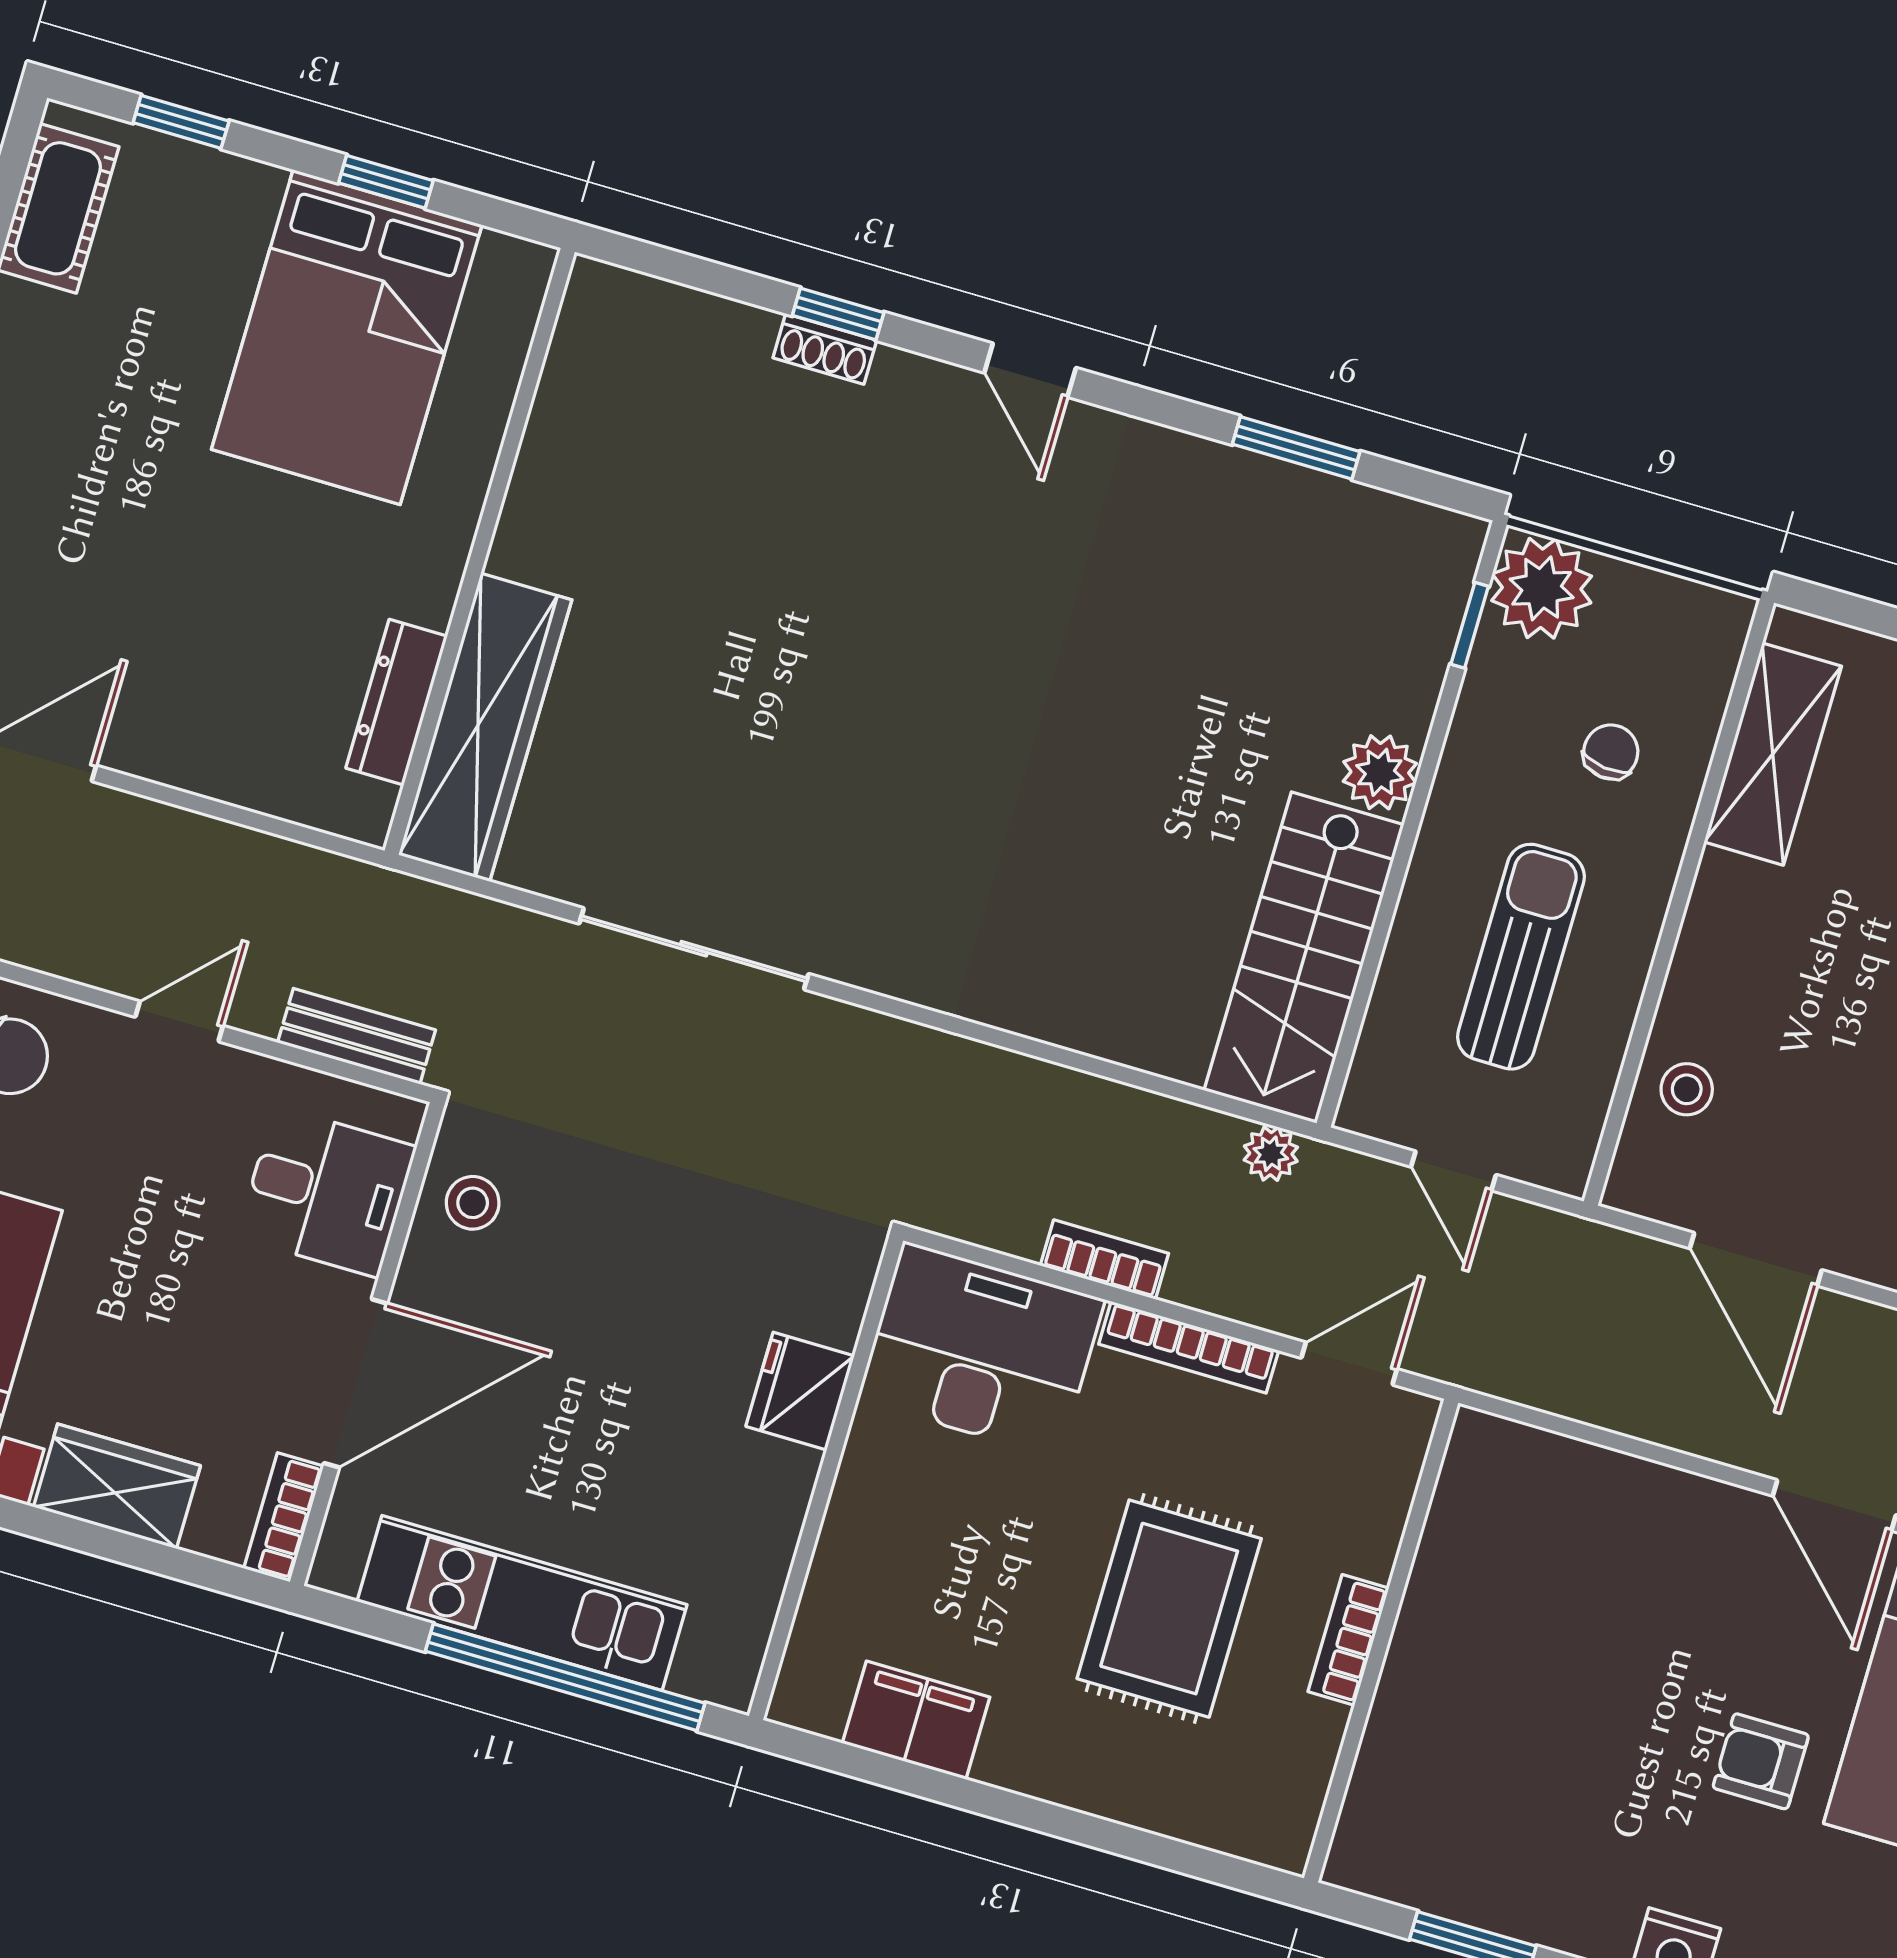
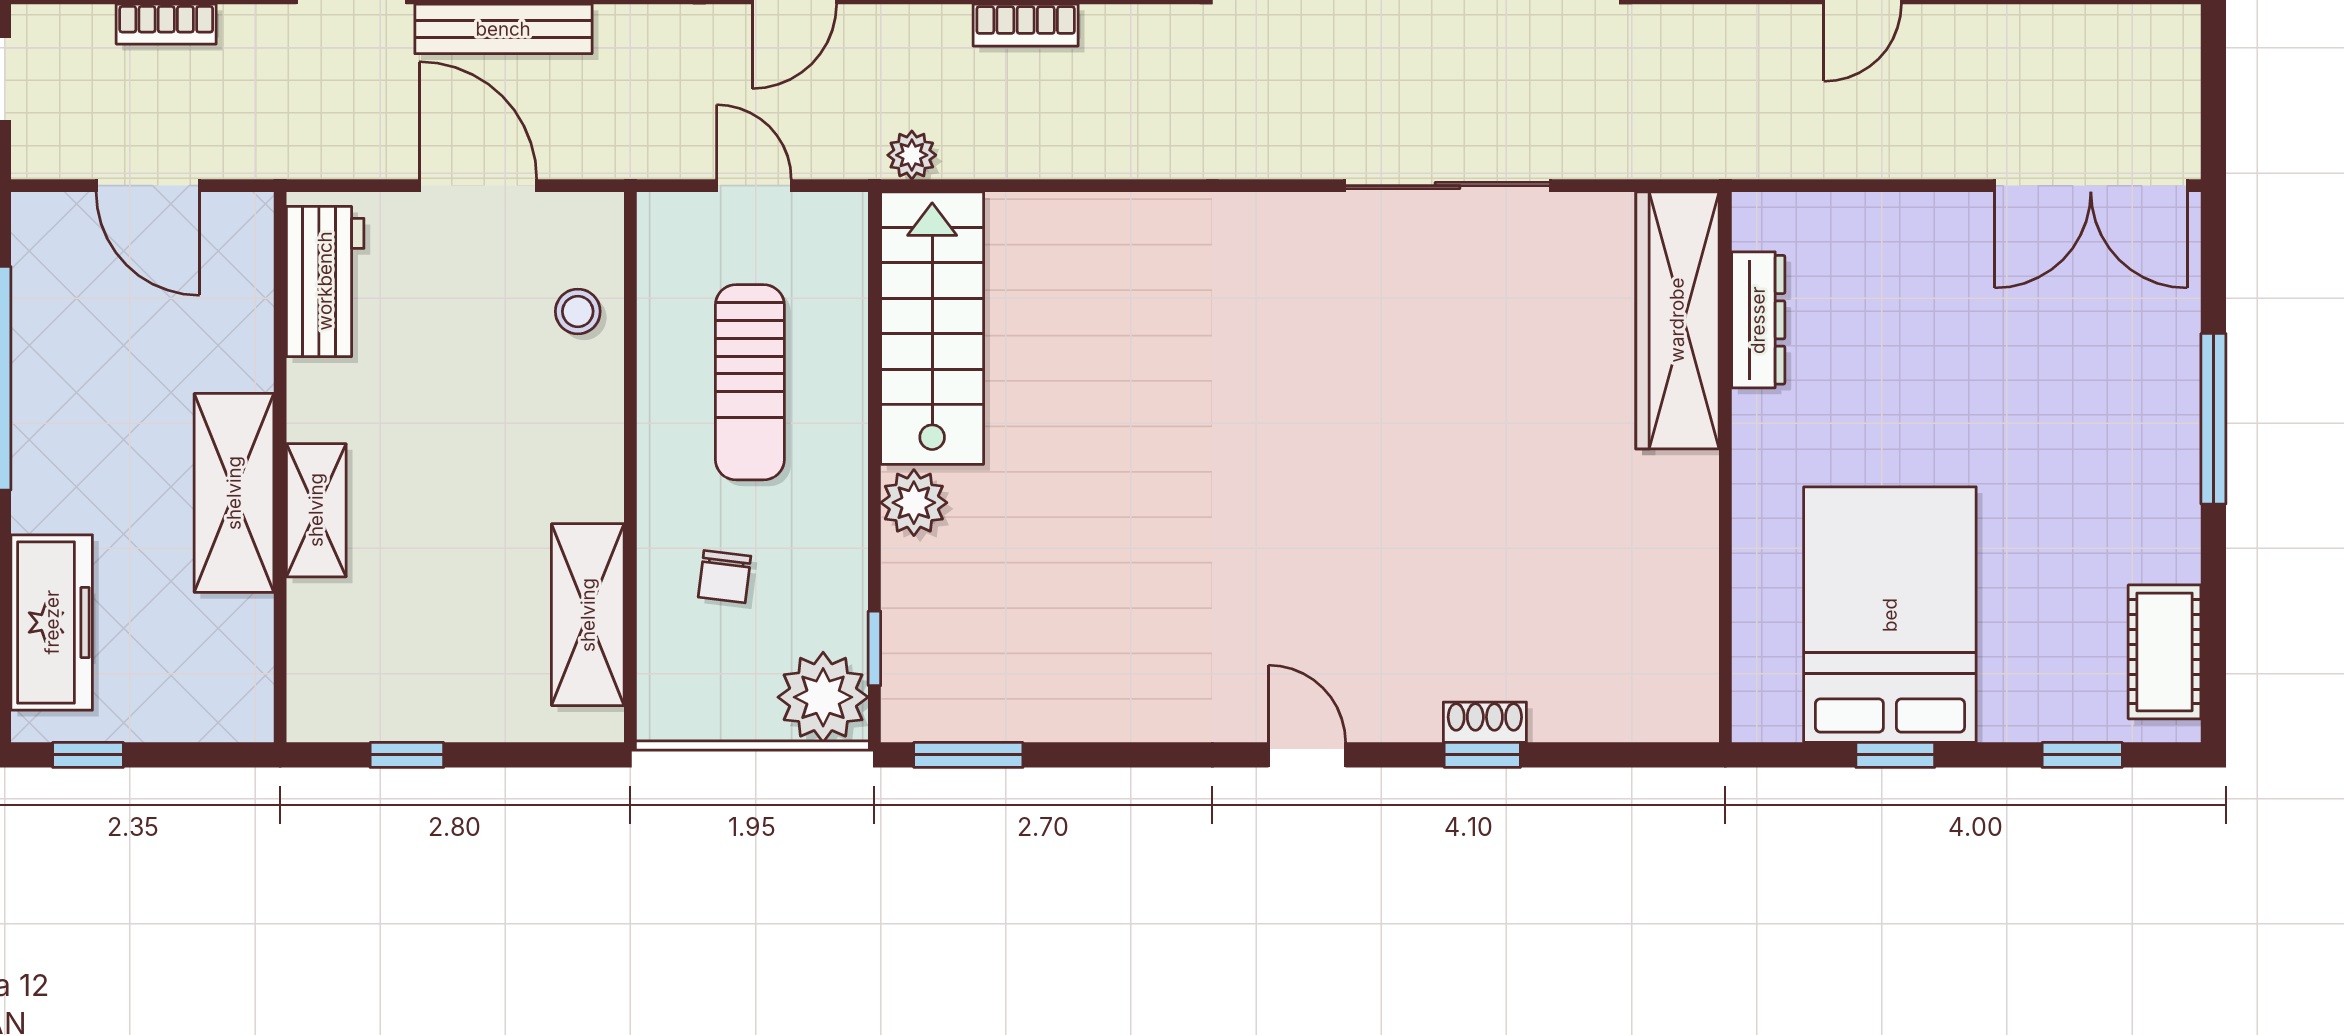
window: (1296, 448) -> (968, 755), moved
bench: (357, 1036) -> (503, 29), moved, width x1.36

